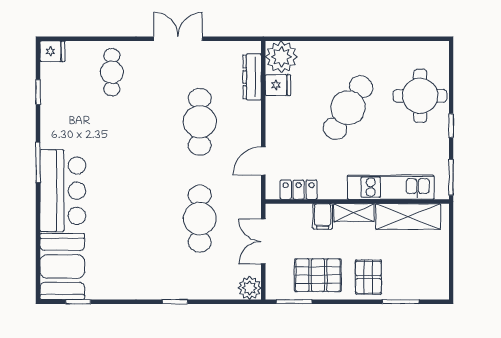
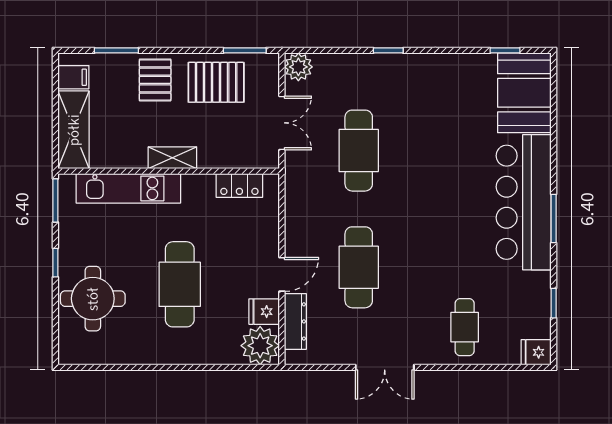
cafe table: (348, 108) -> (180, 284), turned -32
door: (263, 161) -> (282, 274), moved
bar counter: (63, 191) -> (524, 202), width x1.36
filing cabinet: (323, 216) -> (73, 77), moved, turned 90
shelving: (408, 217) -> (74, 130), moved, turned 90

